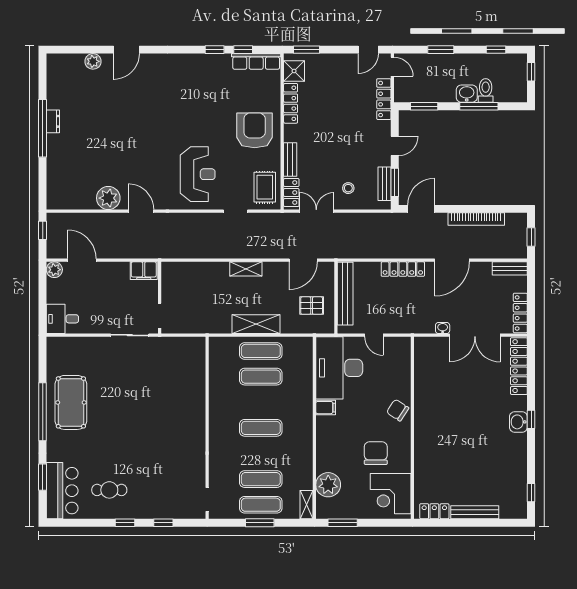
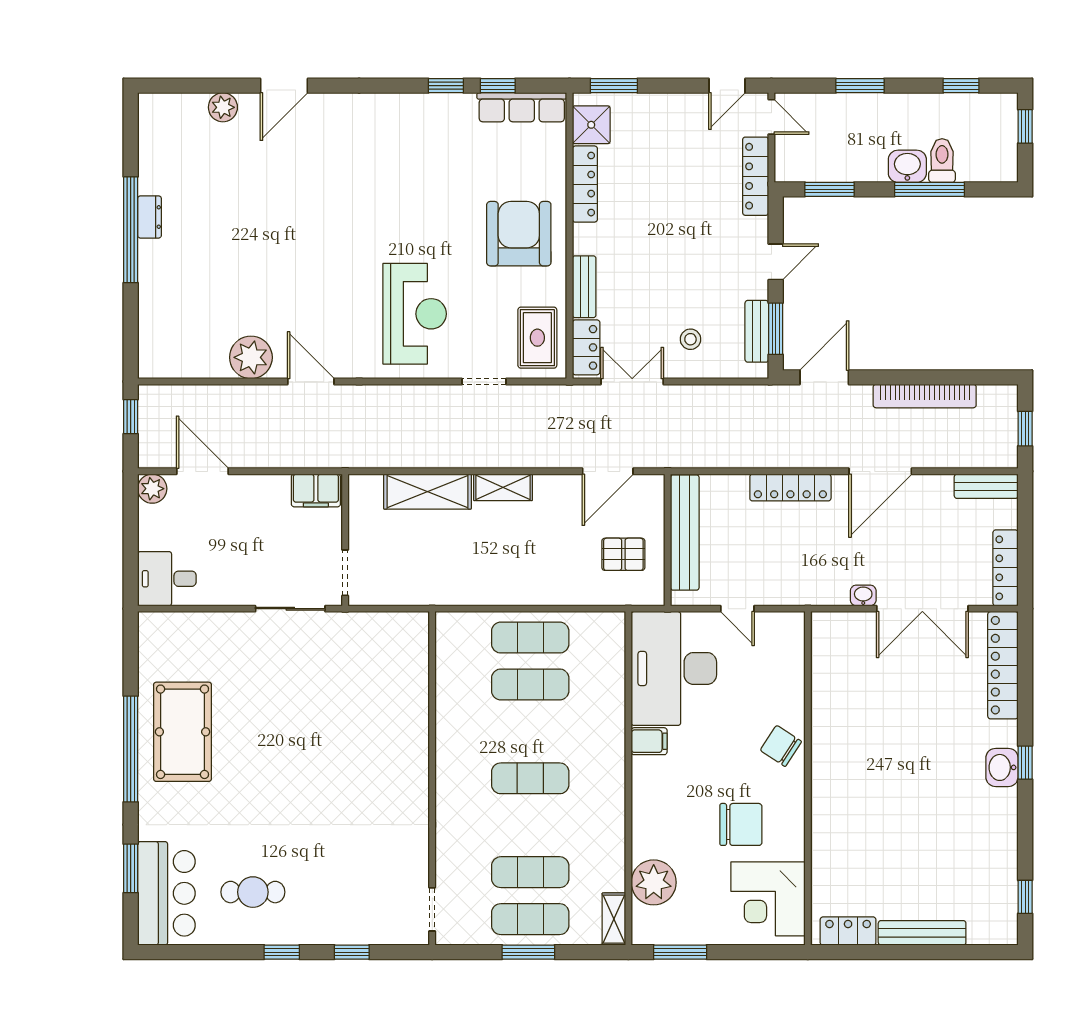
shelving: (256, 324) -> (427, 492), moved
chair: (376, 453) -> (741, 824), turned 90

